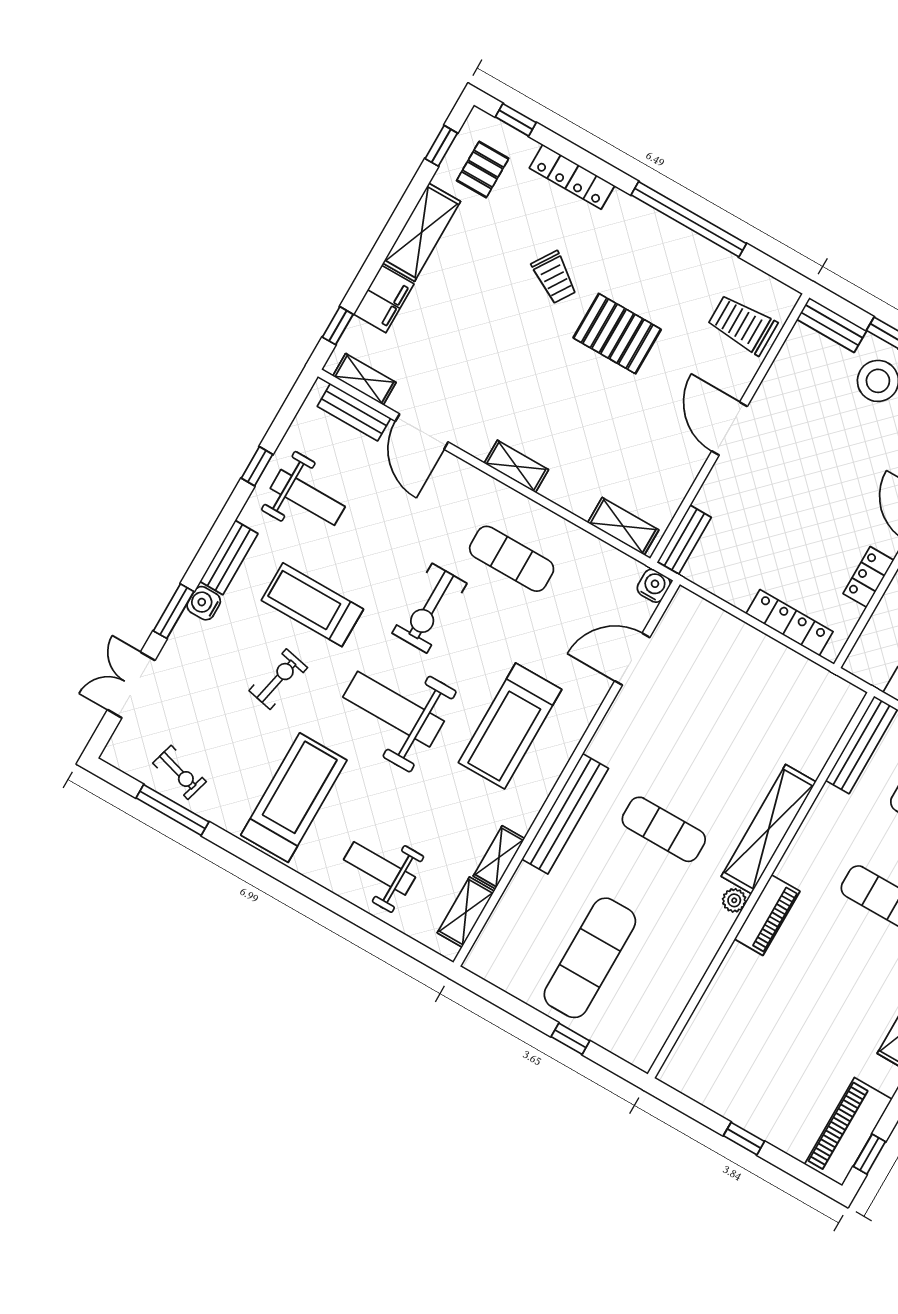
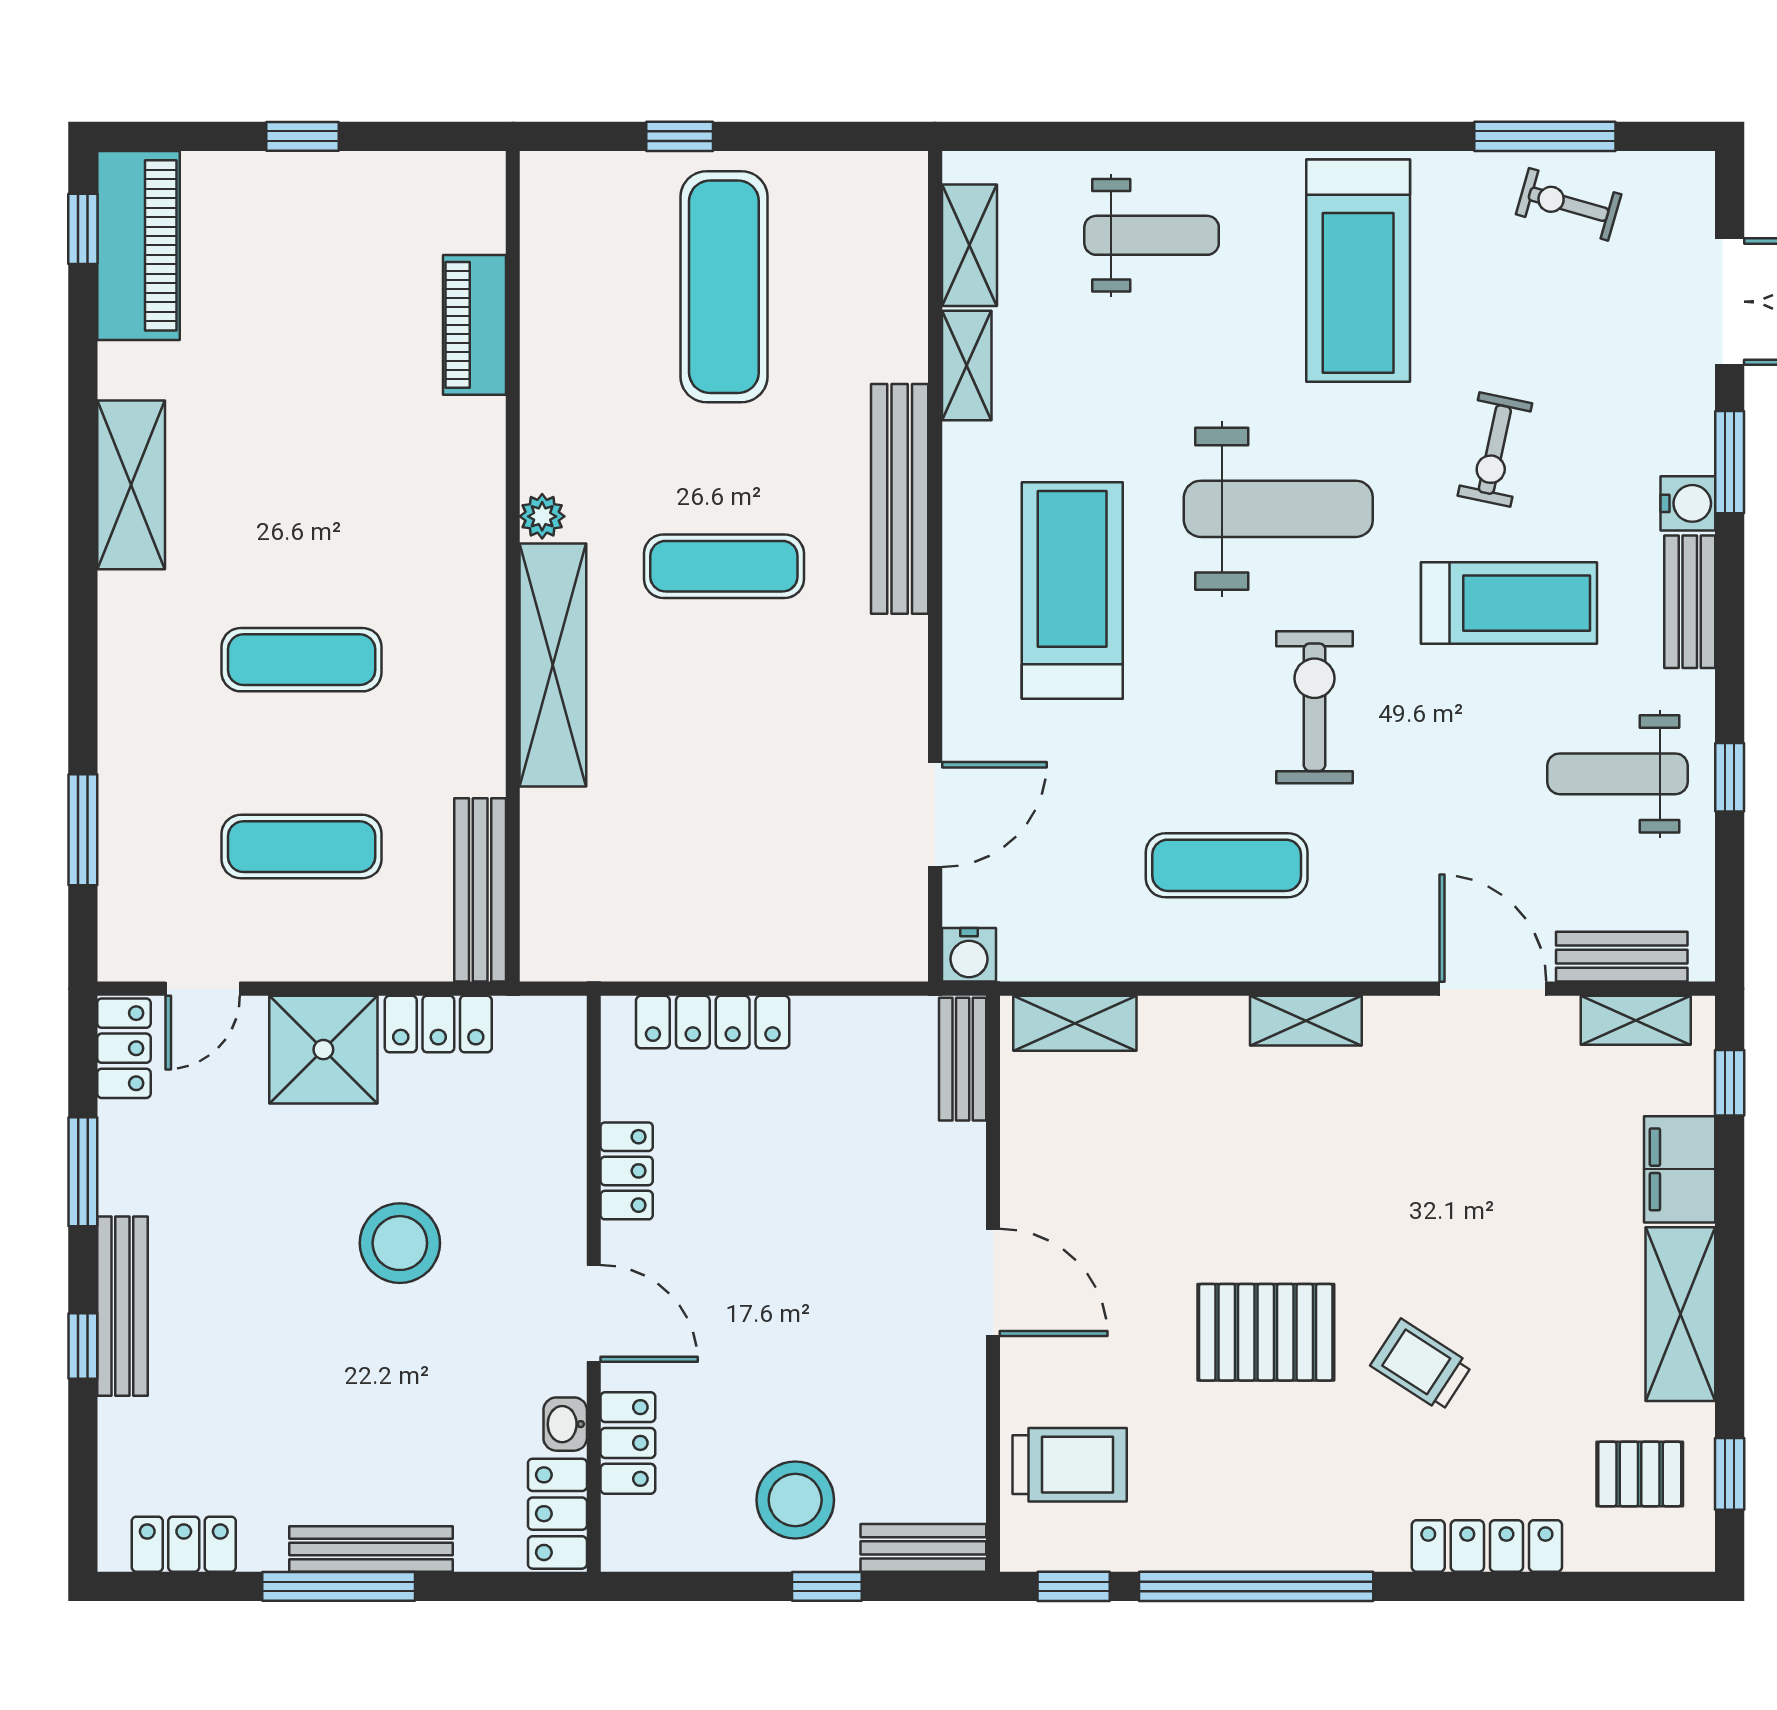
window: (516, 120) -> (1074, 1586), moved
pallet: (483, 170) -> (1640, 1474), turned 90
piano: (767, 915) -> (475, 325), moved

